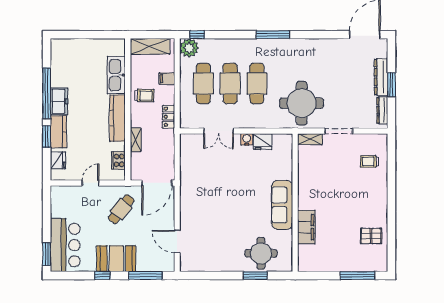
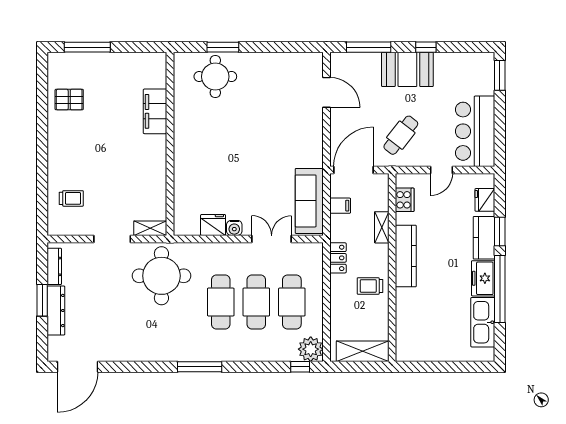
kitchen sink: (116, 75) -> (483, 322), moved, turned 180
filing cabinet: (167, 79) -> (340, 206), moved
sofa: (282, 205) -> (309, 201), moved, turned 180
bar counter: (65, 245) -> (475, 131), moved

